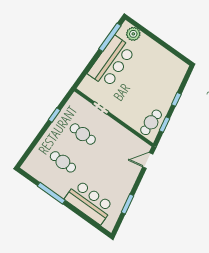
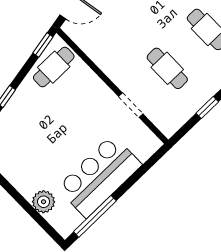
plant: (133, 34) -> (44, 202), moved
window: (165, 125) -> (43, 45), moved

